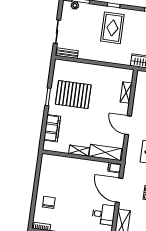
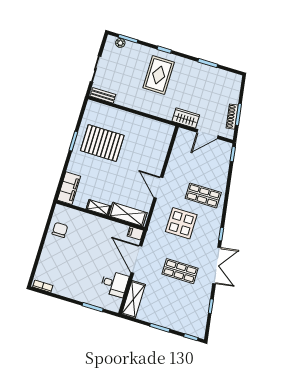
shelving: (126, 93) -> (162, 151), removed
filing cabinet: (52, 128) -> (69, 188), moved
chair: (49, 202) -> (60, 230), moved

